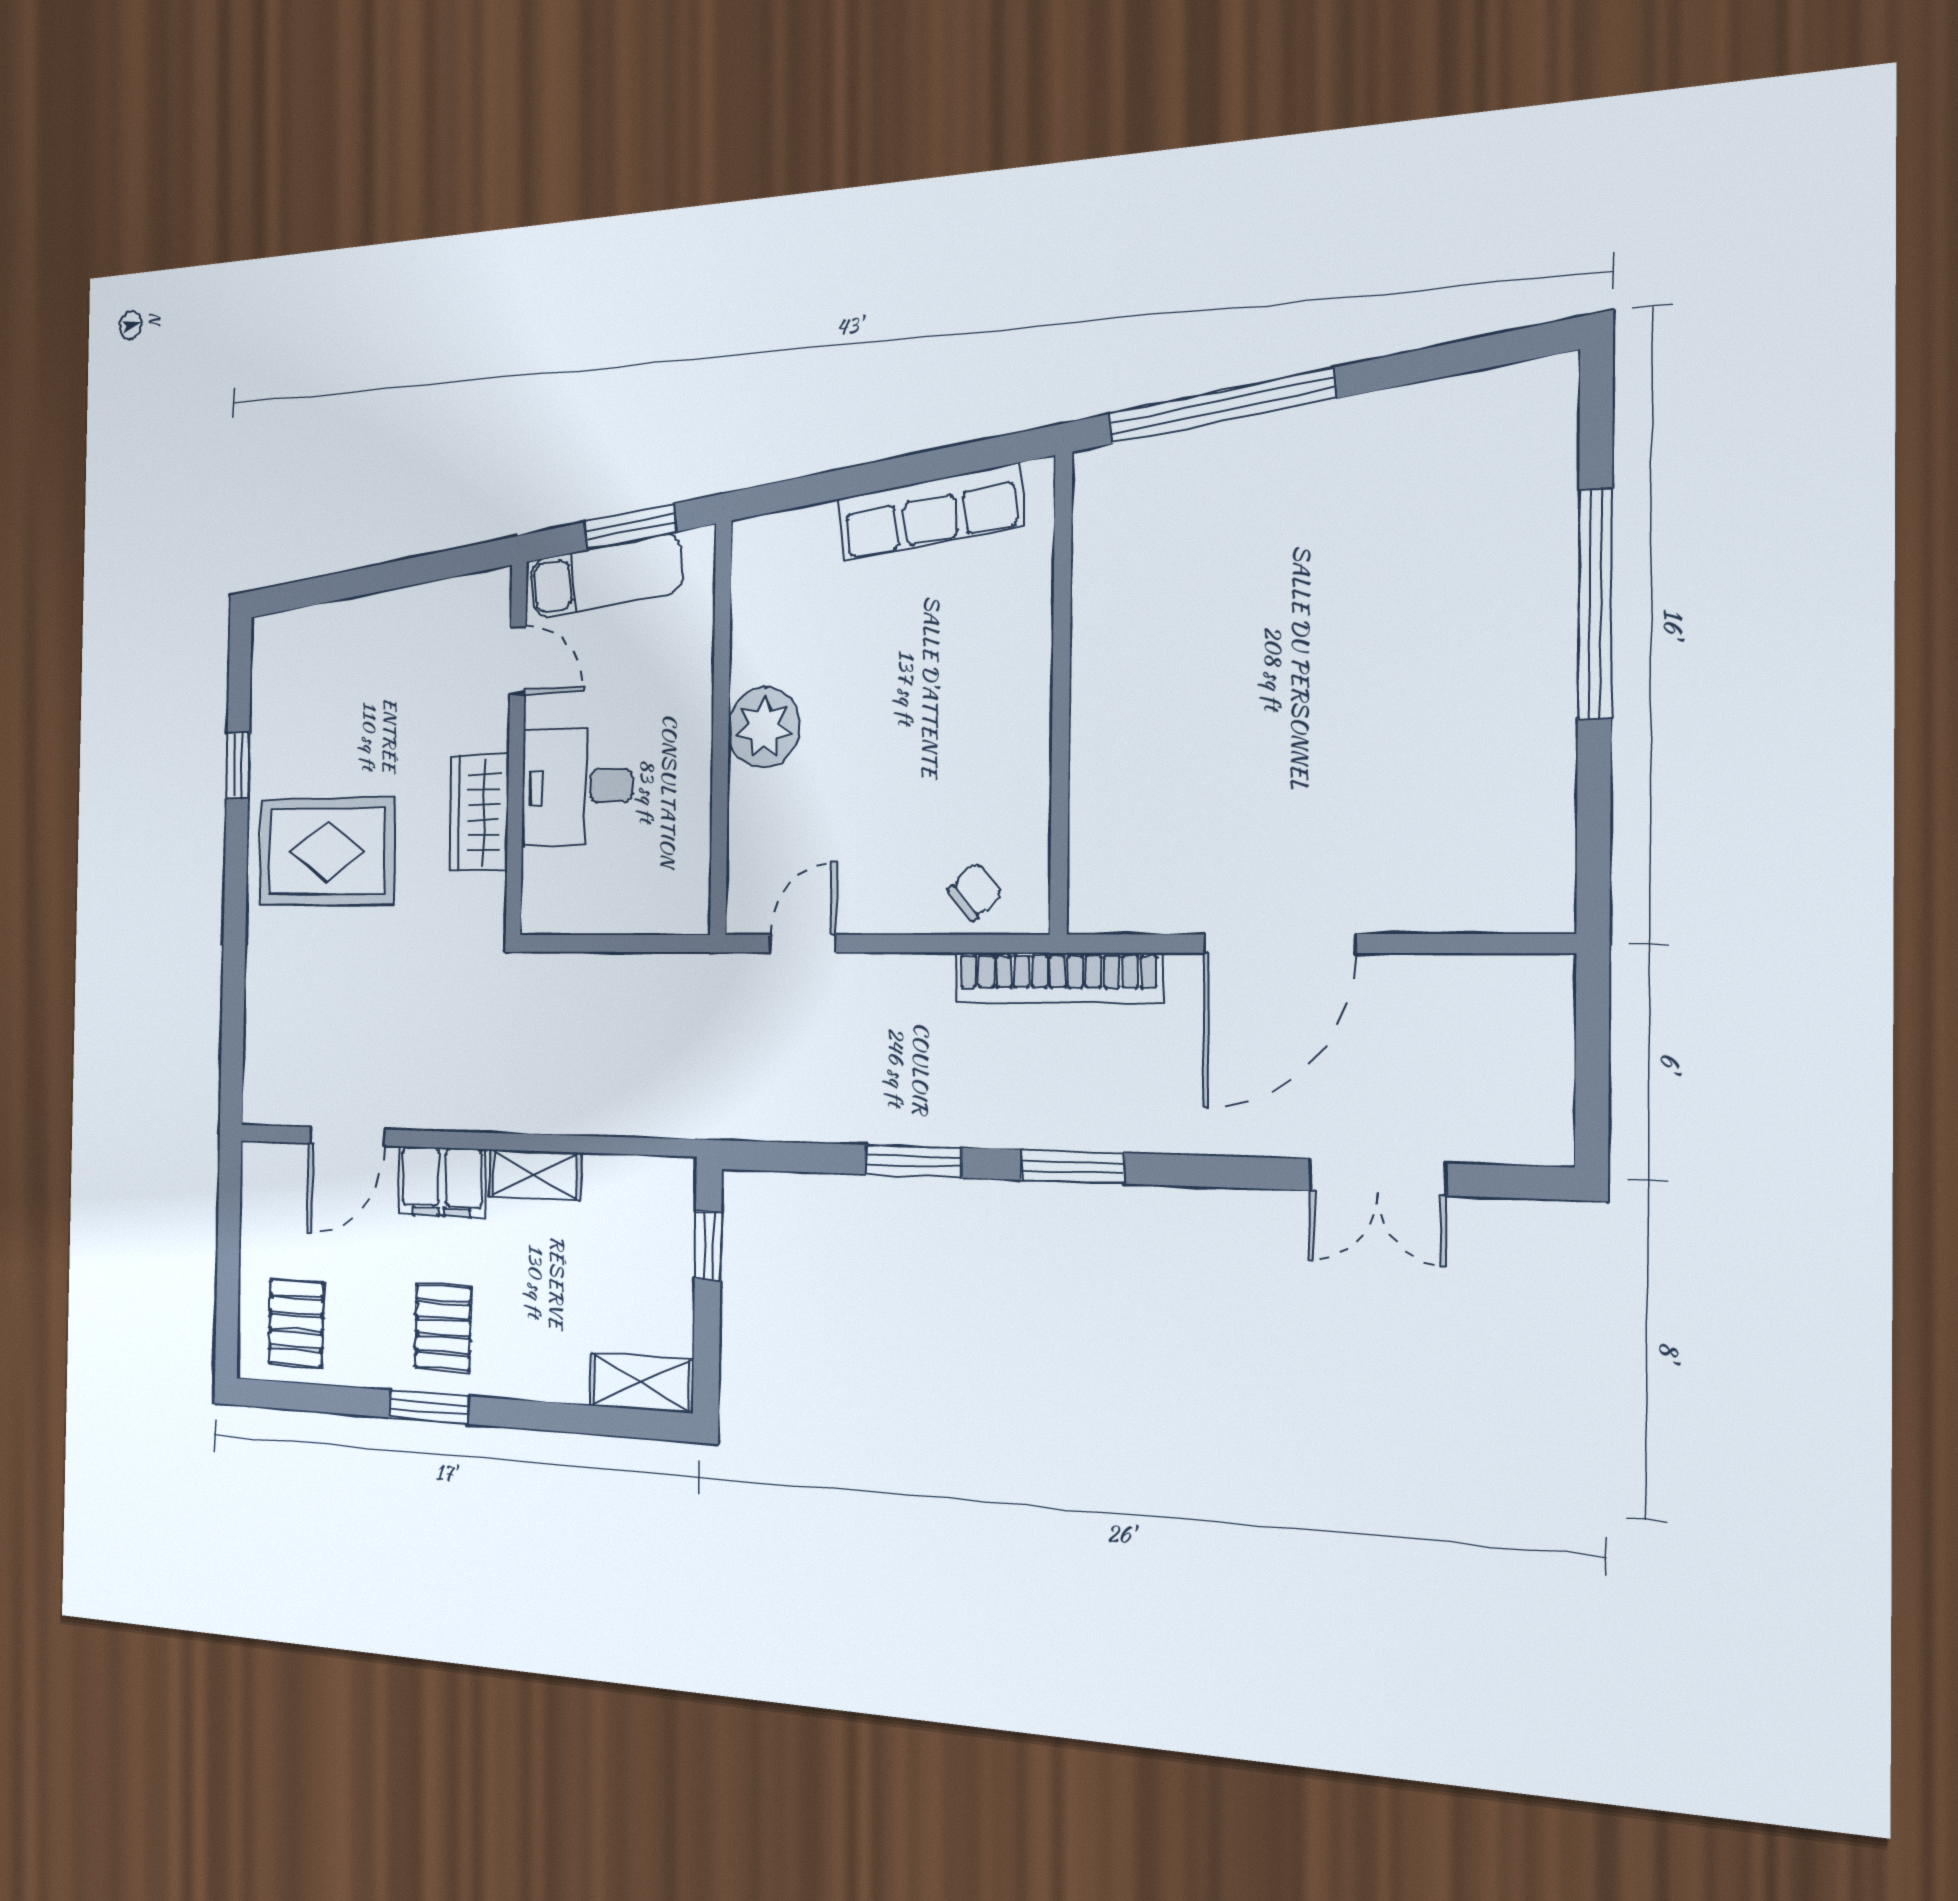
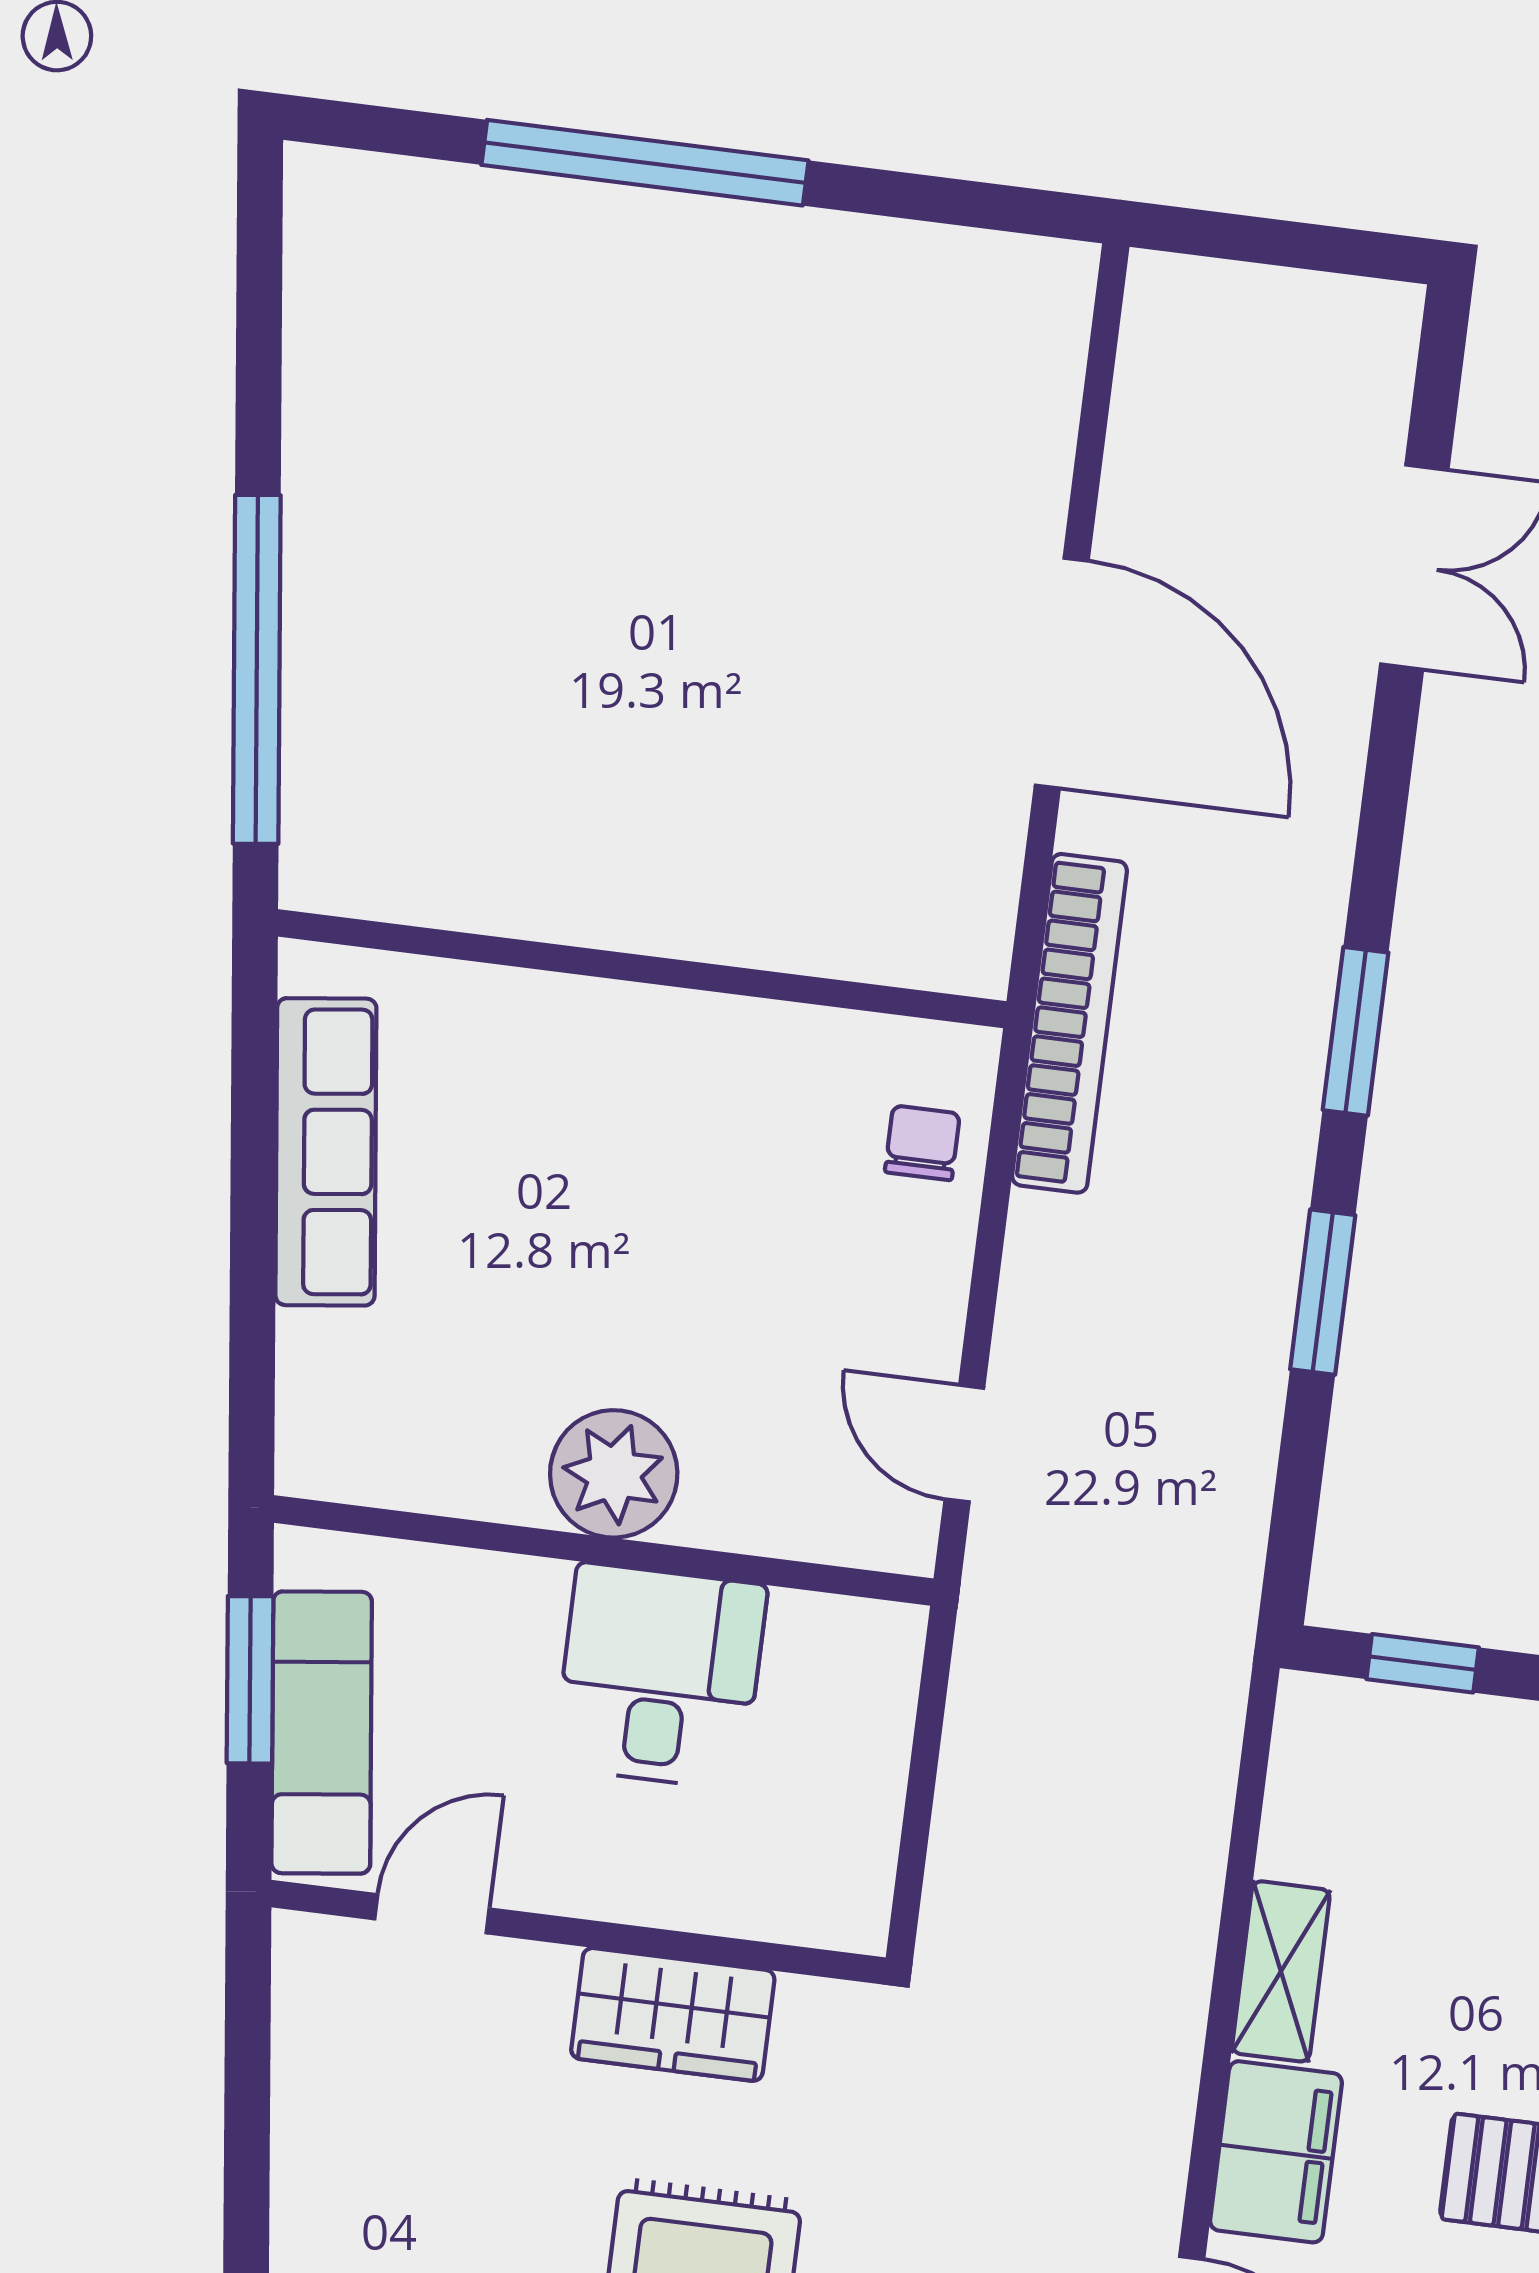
desk: (577, 787) -> (660, 1676), moved, turned 180
chair: (975, 892) -> (922, 1143), turned 41

